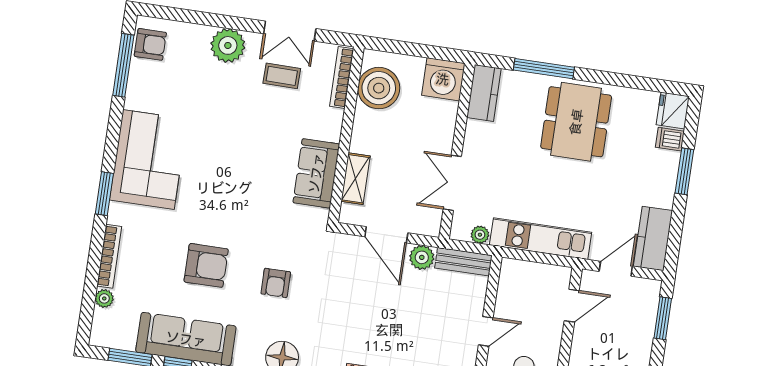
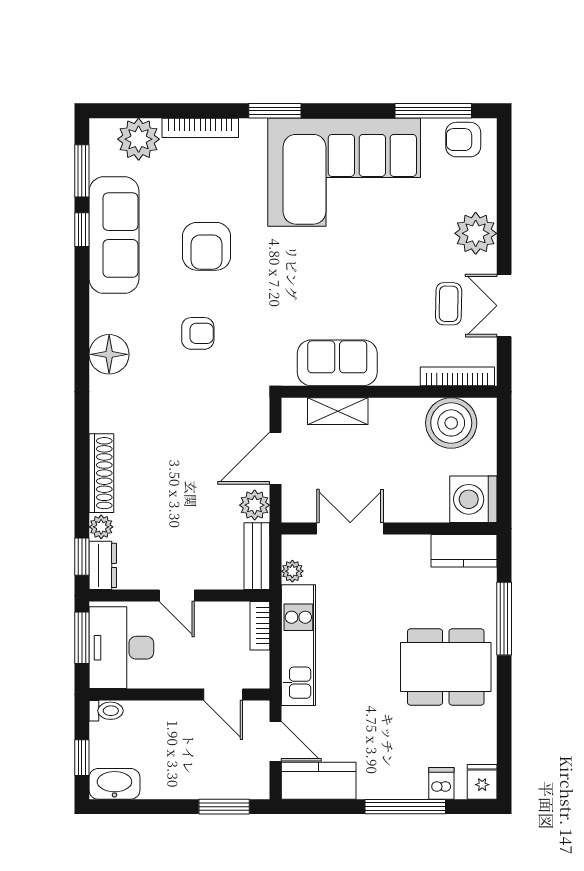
armchair: (150, 44) -> (463, 140), turned 90
fridge: (673, 111) -> (482, 782), width x0.72
corner sofa: (148, 160) -> (344, 172), width x1.36, depth x1.36
window: (684, 171) -> (405, 807), width x1.44
bookcase: (520, 267) -> (260, 626), added
armchair: (276, 283) -> (198, 333), turned 180
plant: (104, 298) -> (139, 139), width x1.88, depth x1.88

